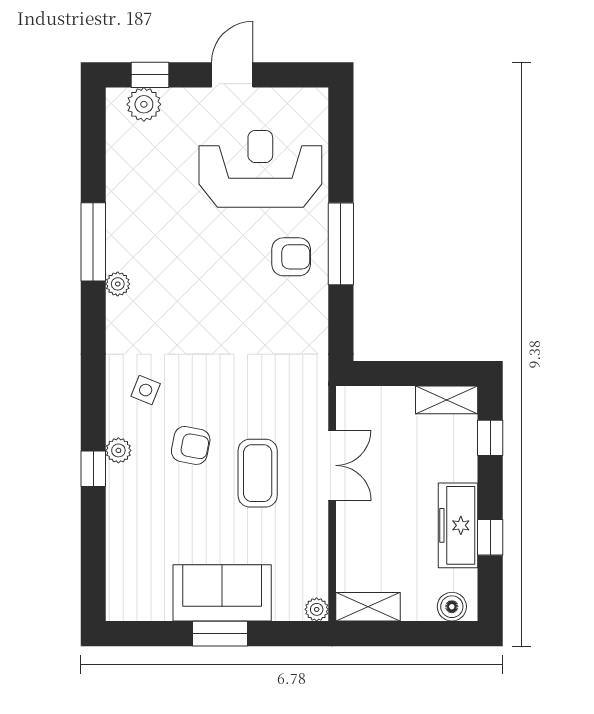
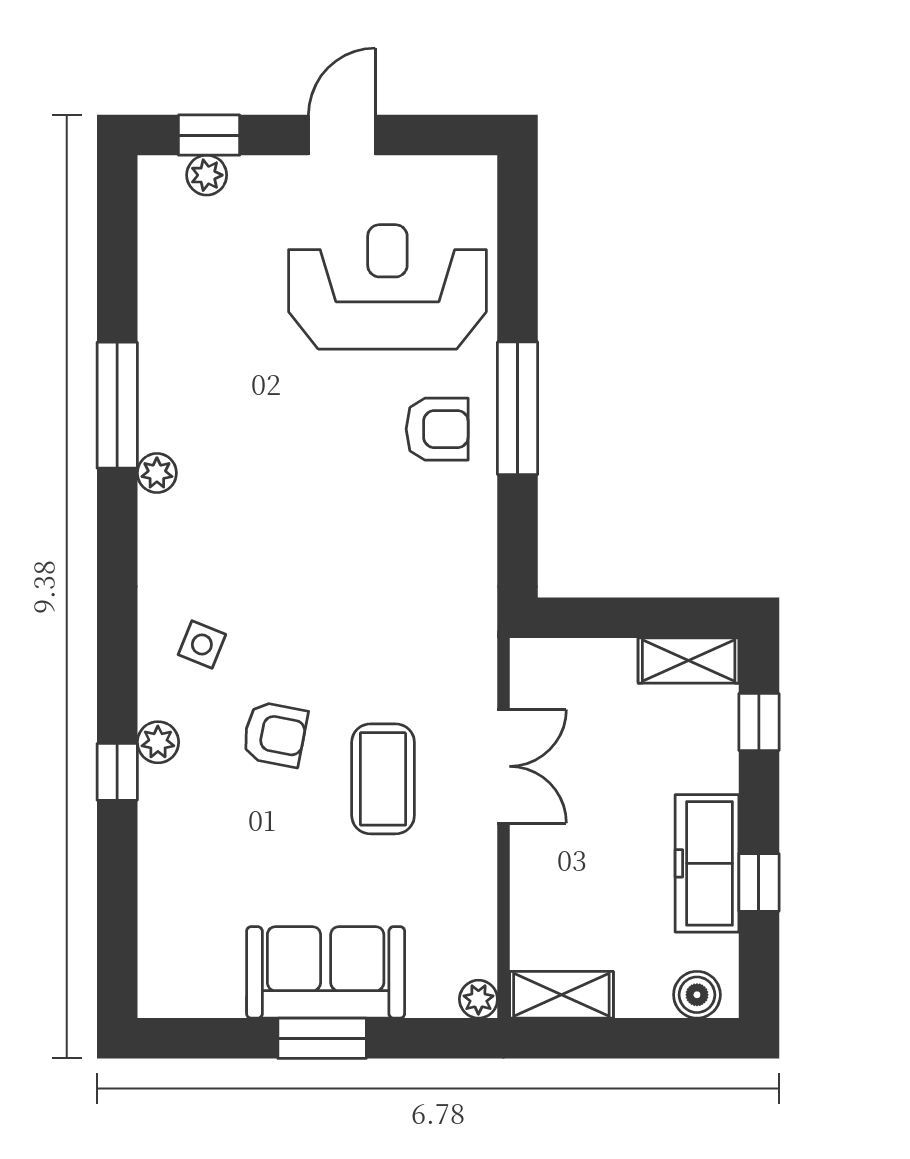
plant: (144, 104) -> (207, 175), width x0.73, depth x0.73

